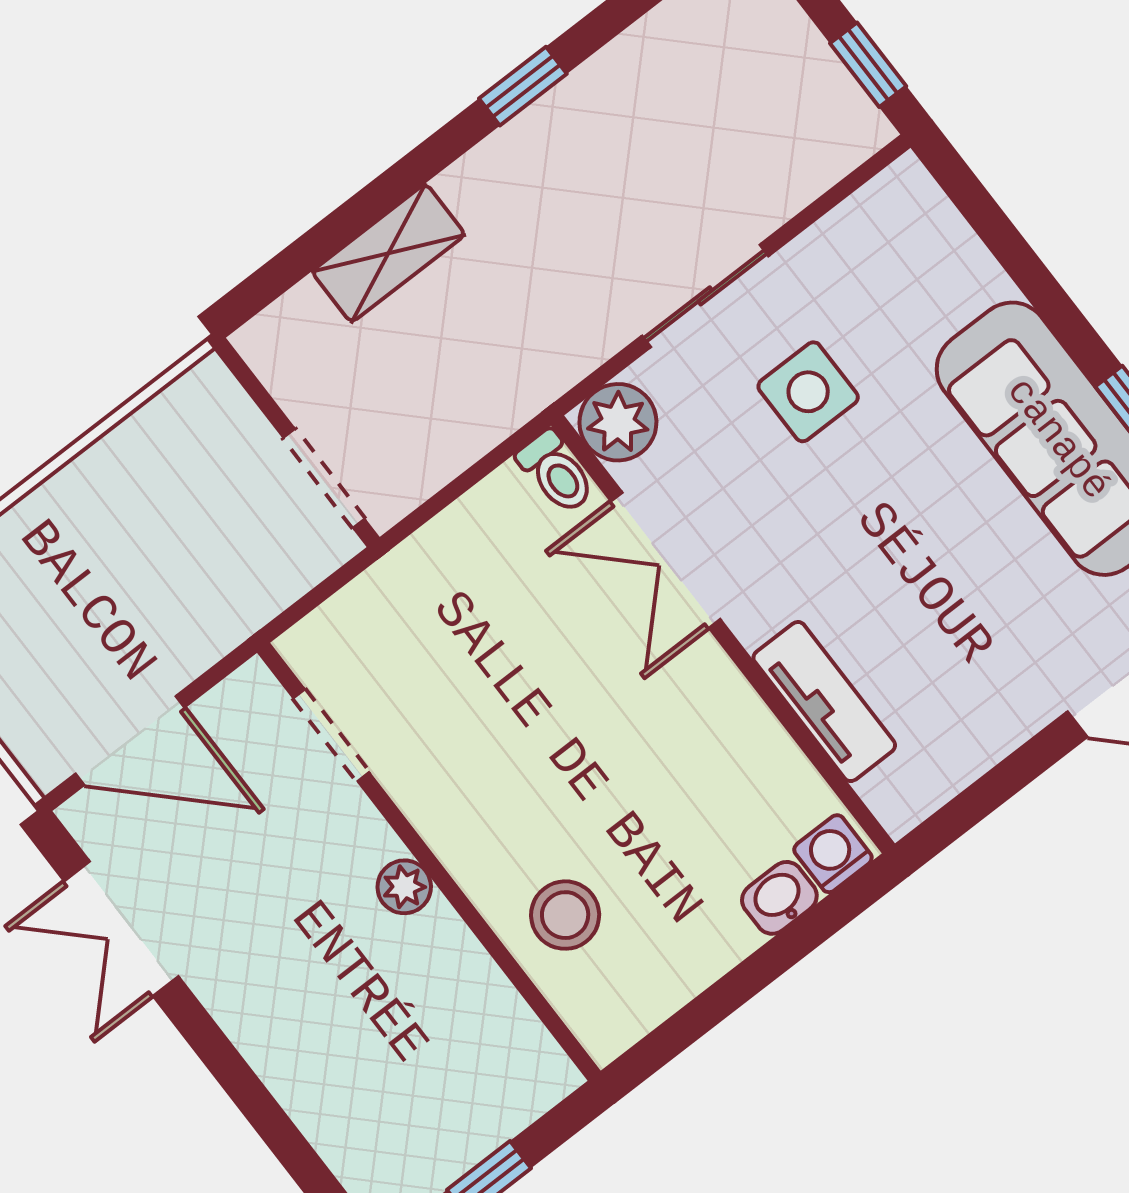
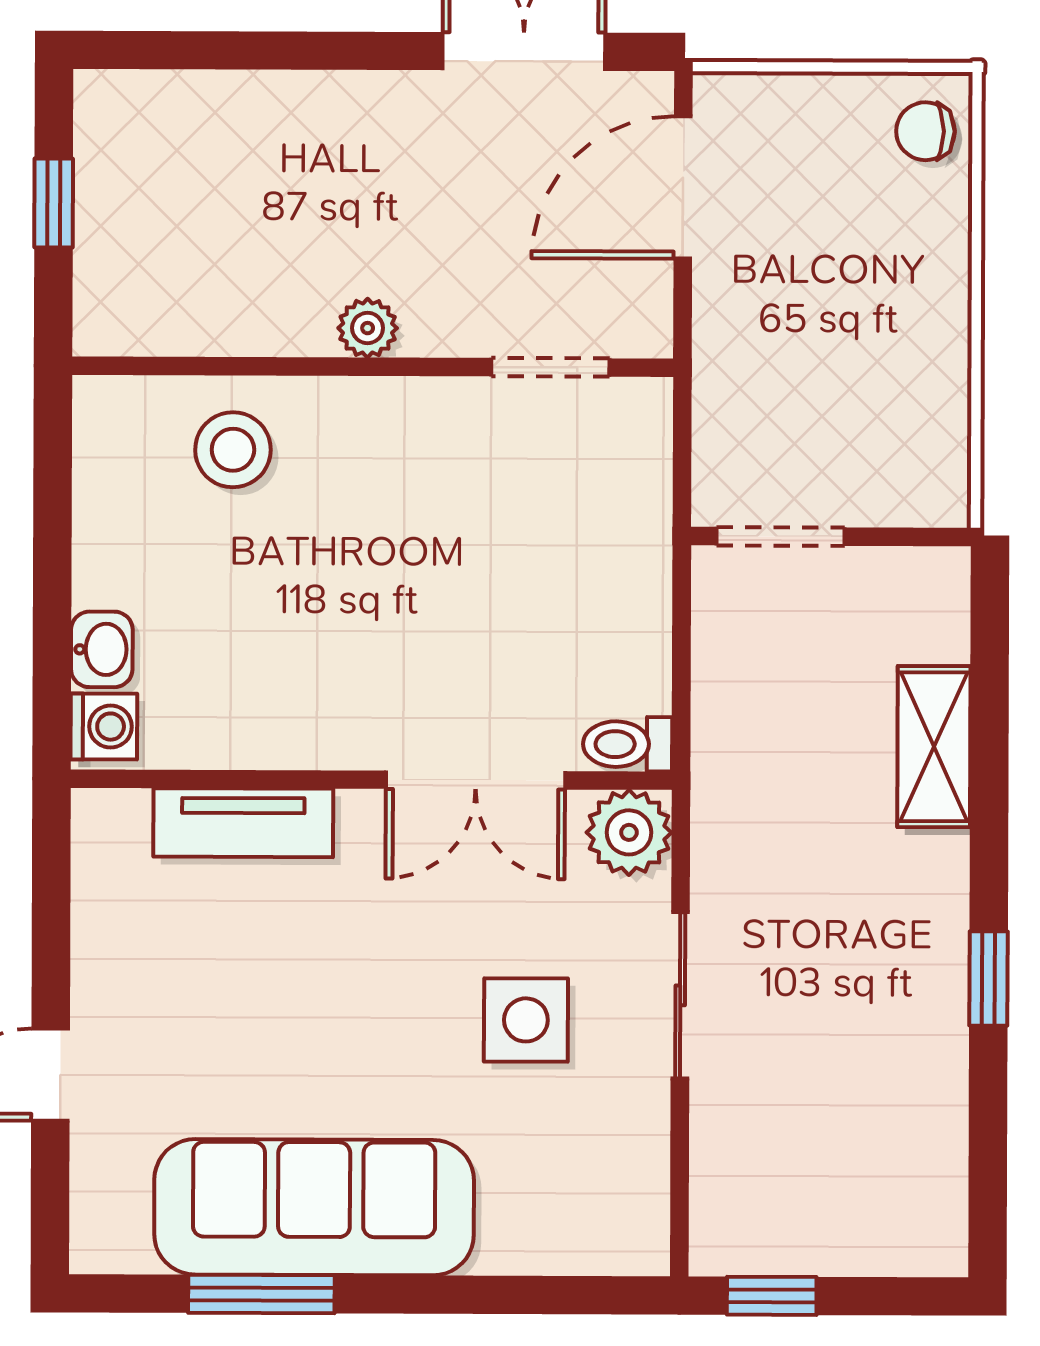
double door: (666, 560) -> (475, 780), swing flipped

